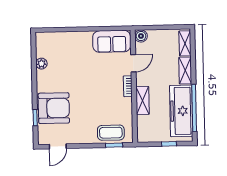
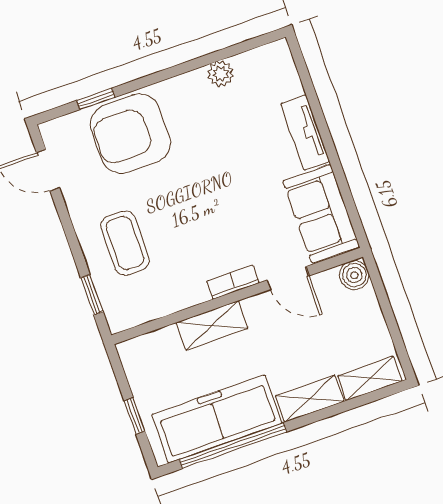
tv unit: (77, 37) -> (305, 132), added
armchair: (54, 108) -> (130, 134), turned 90
coffee table: (111, 133) -> (125, 243), moved

